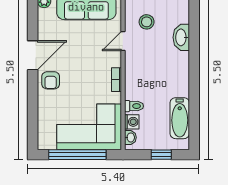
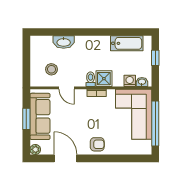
door: (33, 55) -> (66, 158), moved
shower: (135, 89) -> (104, 79), added
toilet: (134, 106) -> (91, 79), moved

